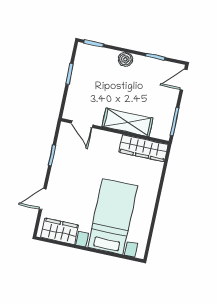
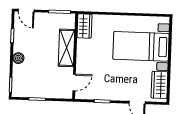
wardrobe: (143, 148) -> (84, 26), width x0.67

